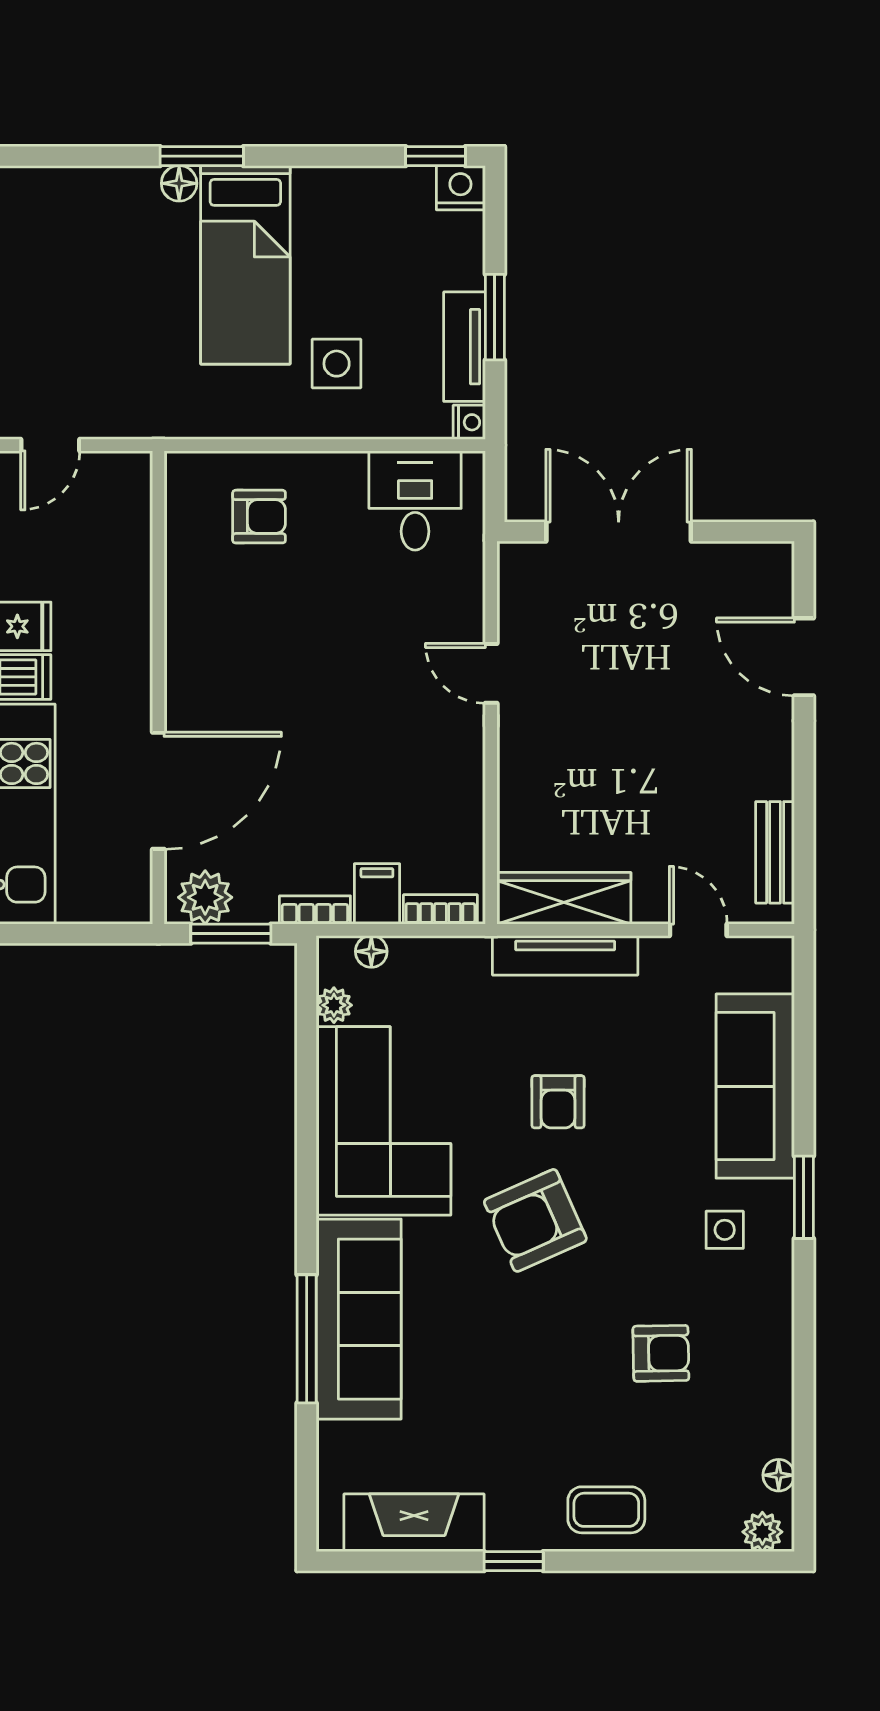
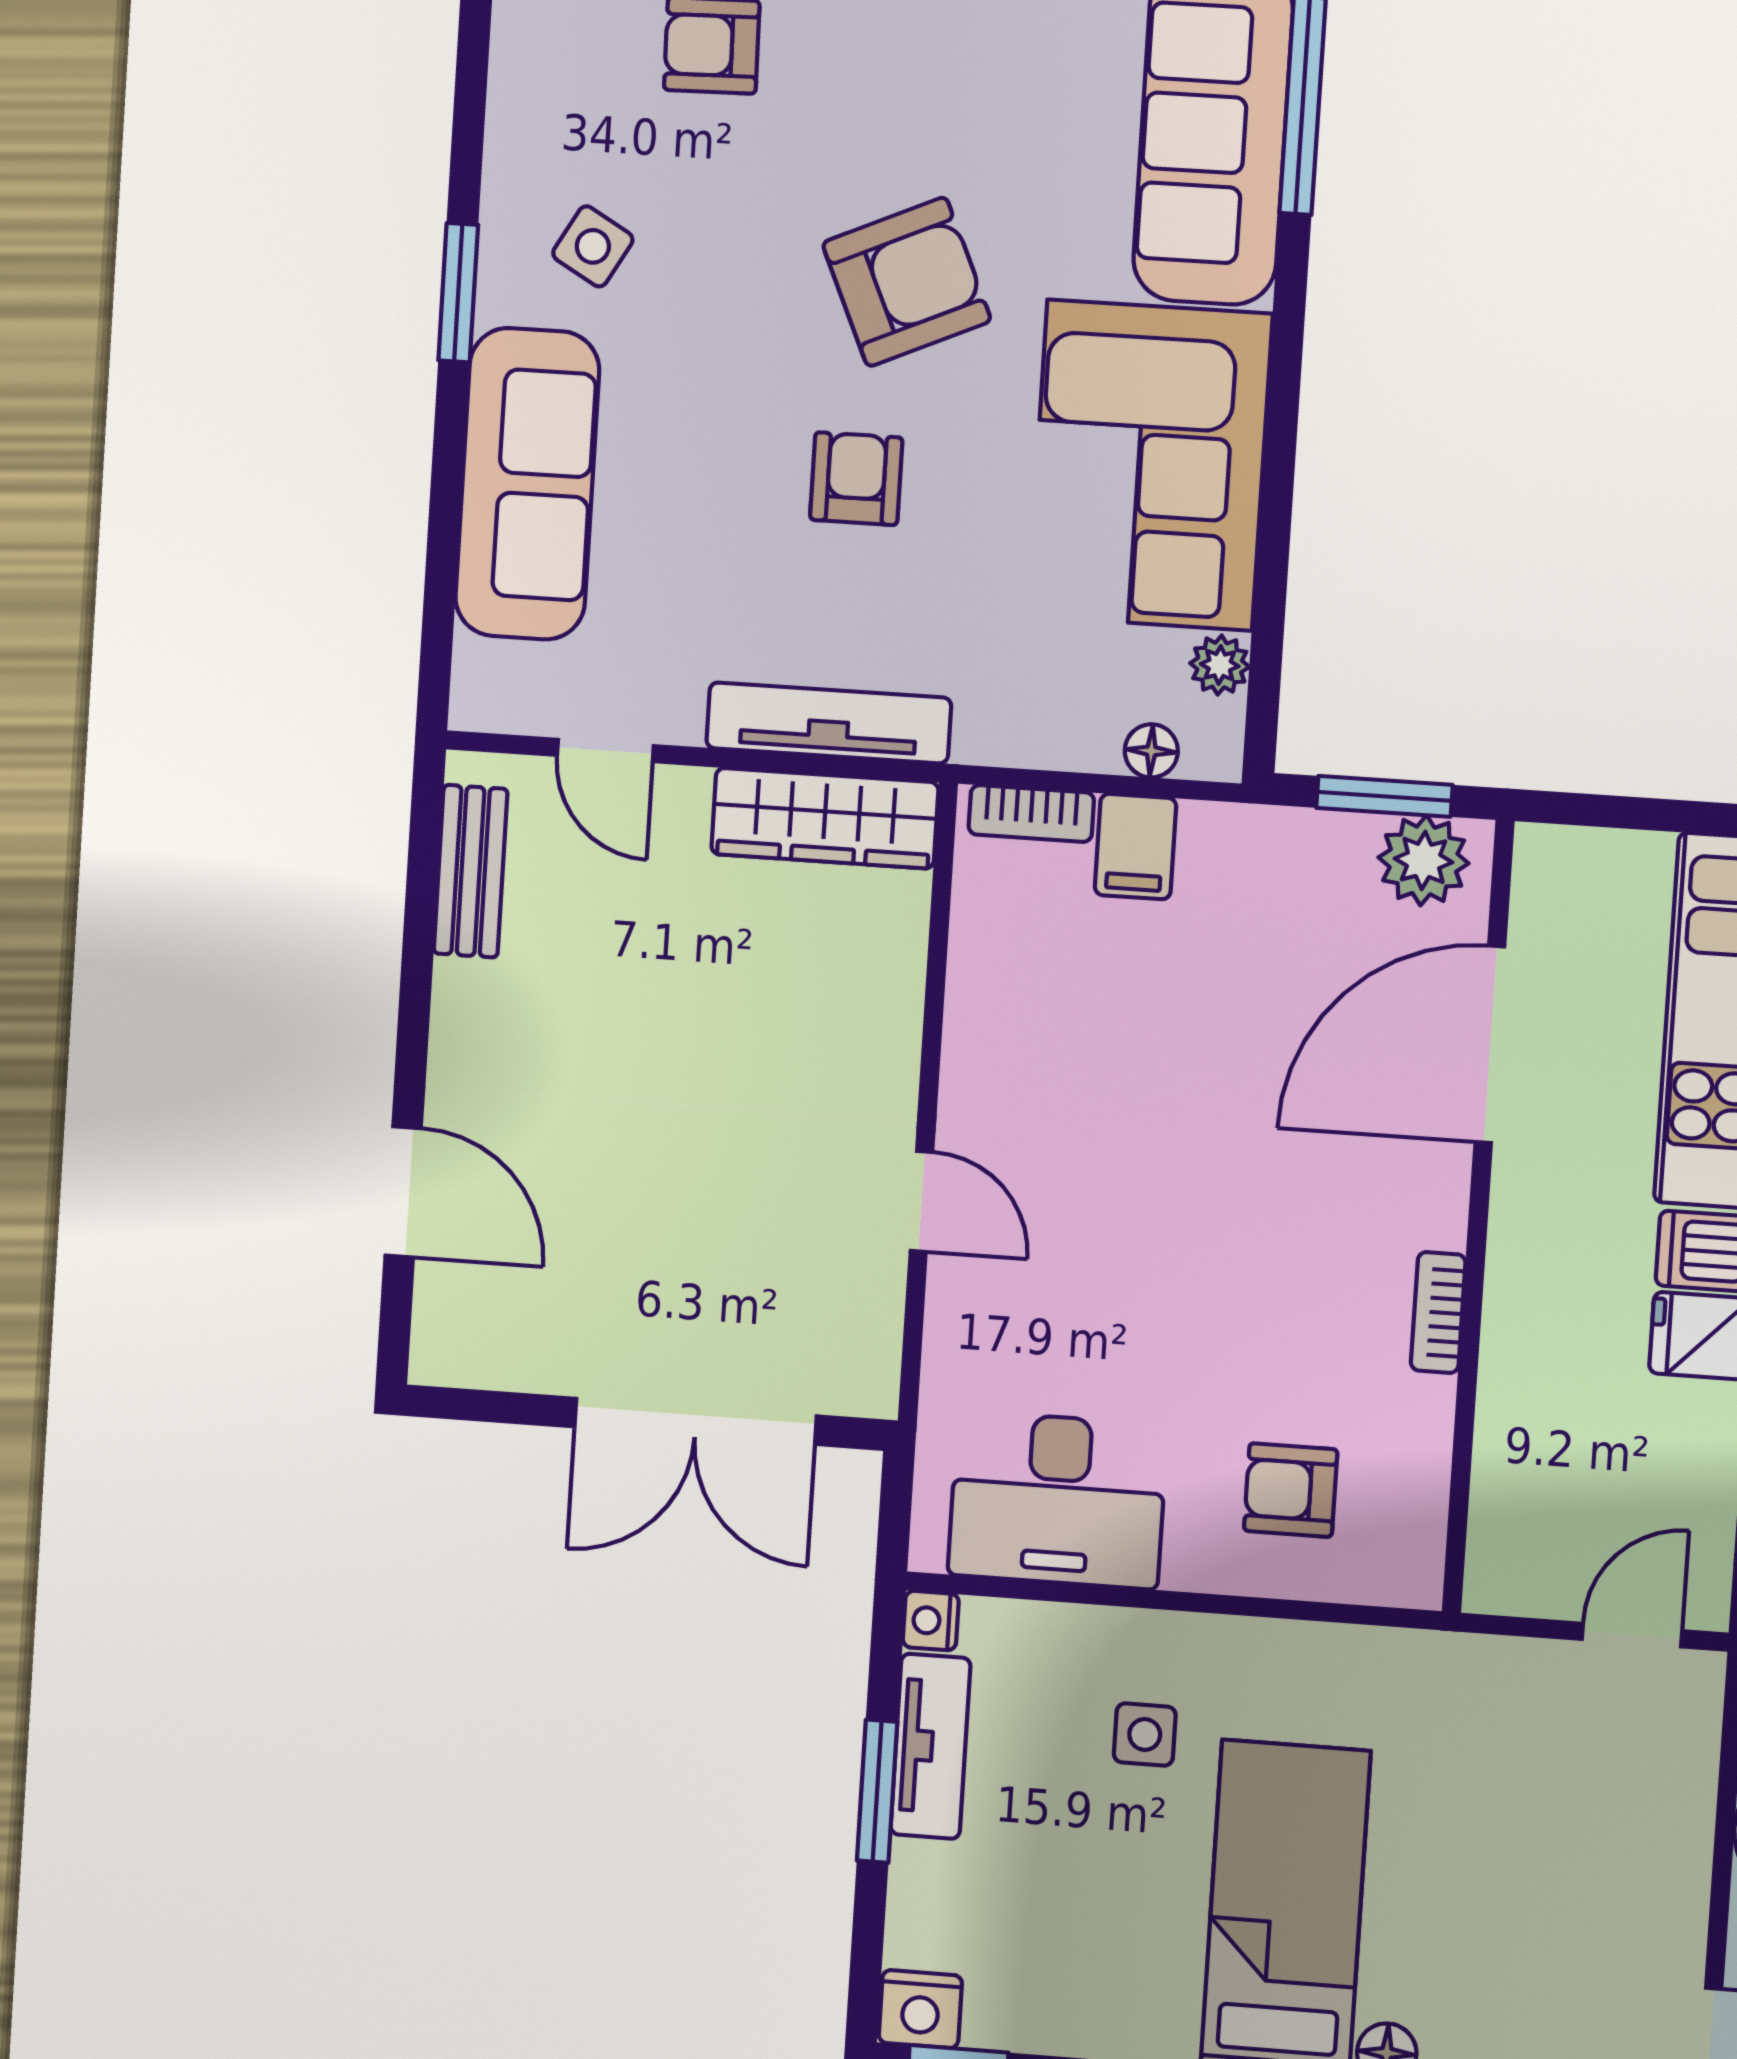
side table: (337, 364) -> (1145, 1734), width x0.73, depth x0.73
desk: (415, 500) -> (1058, 1500), width x1.37
bookcase: (315, 910) -> (1438, 1313), moved, turned 90
side table: (725, 1230) -> (593, 246), turned 30

